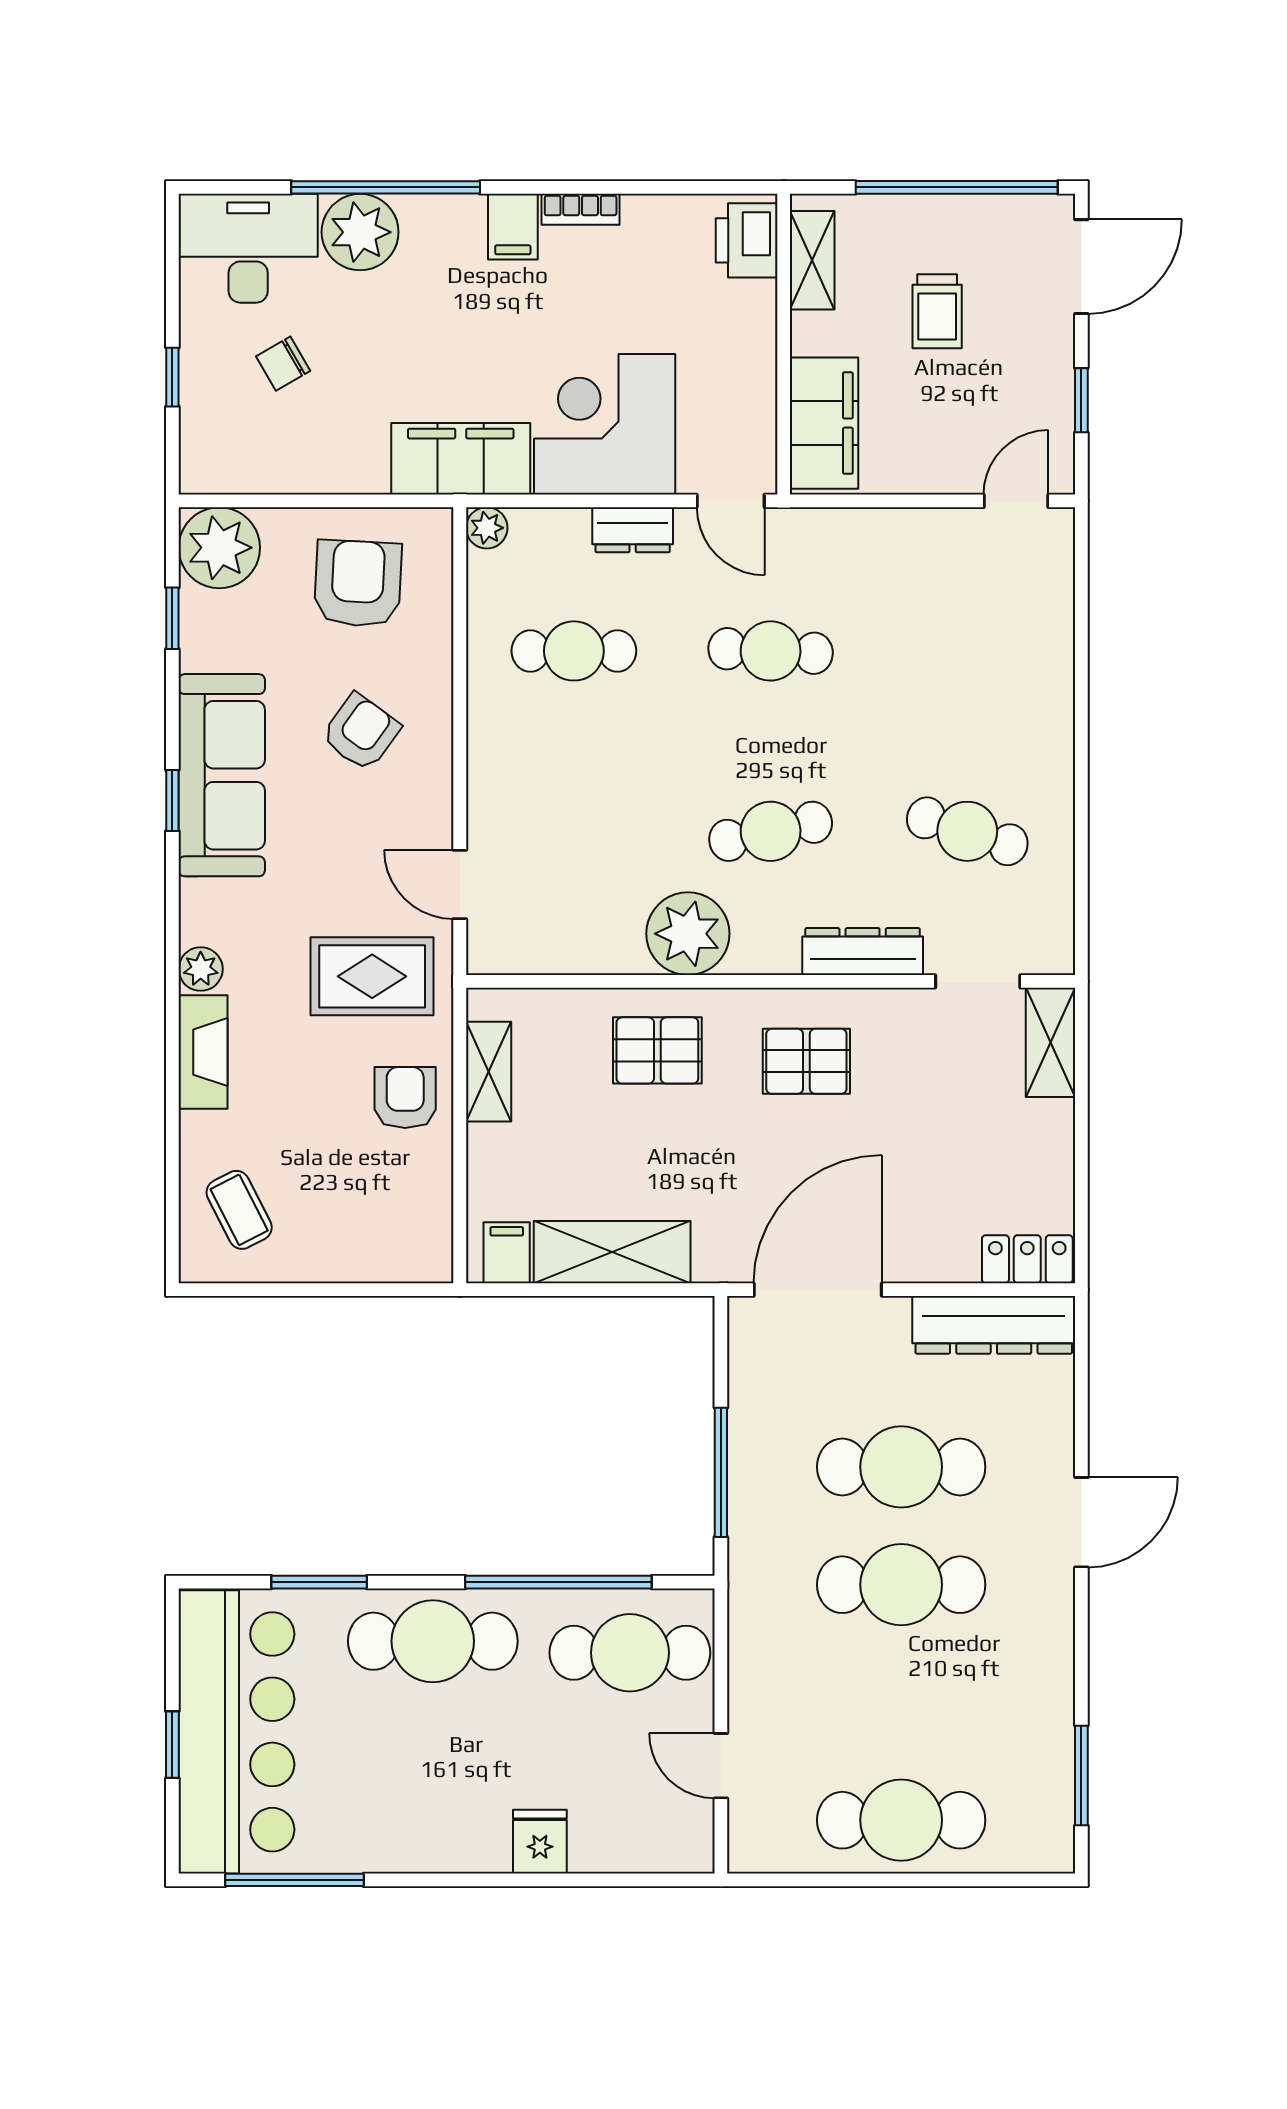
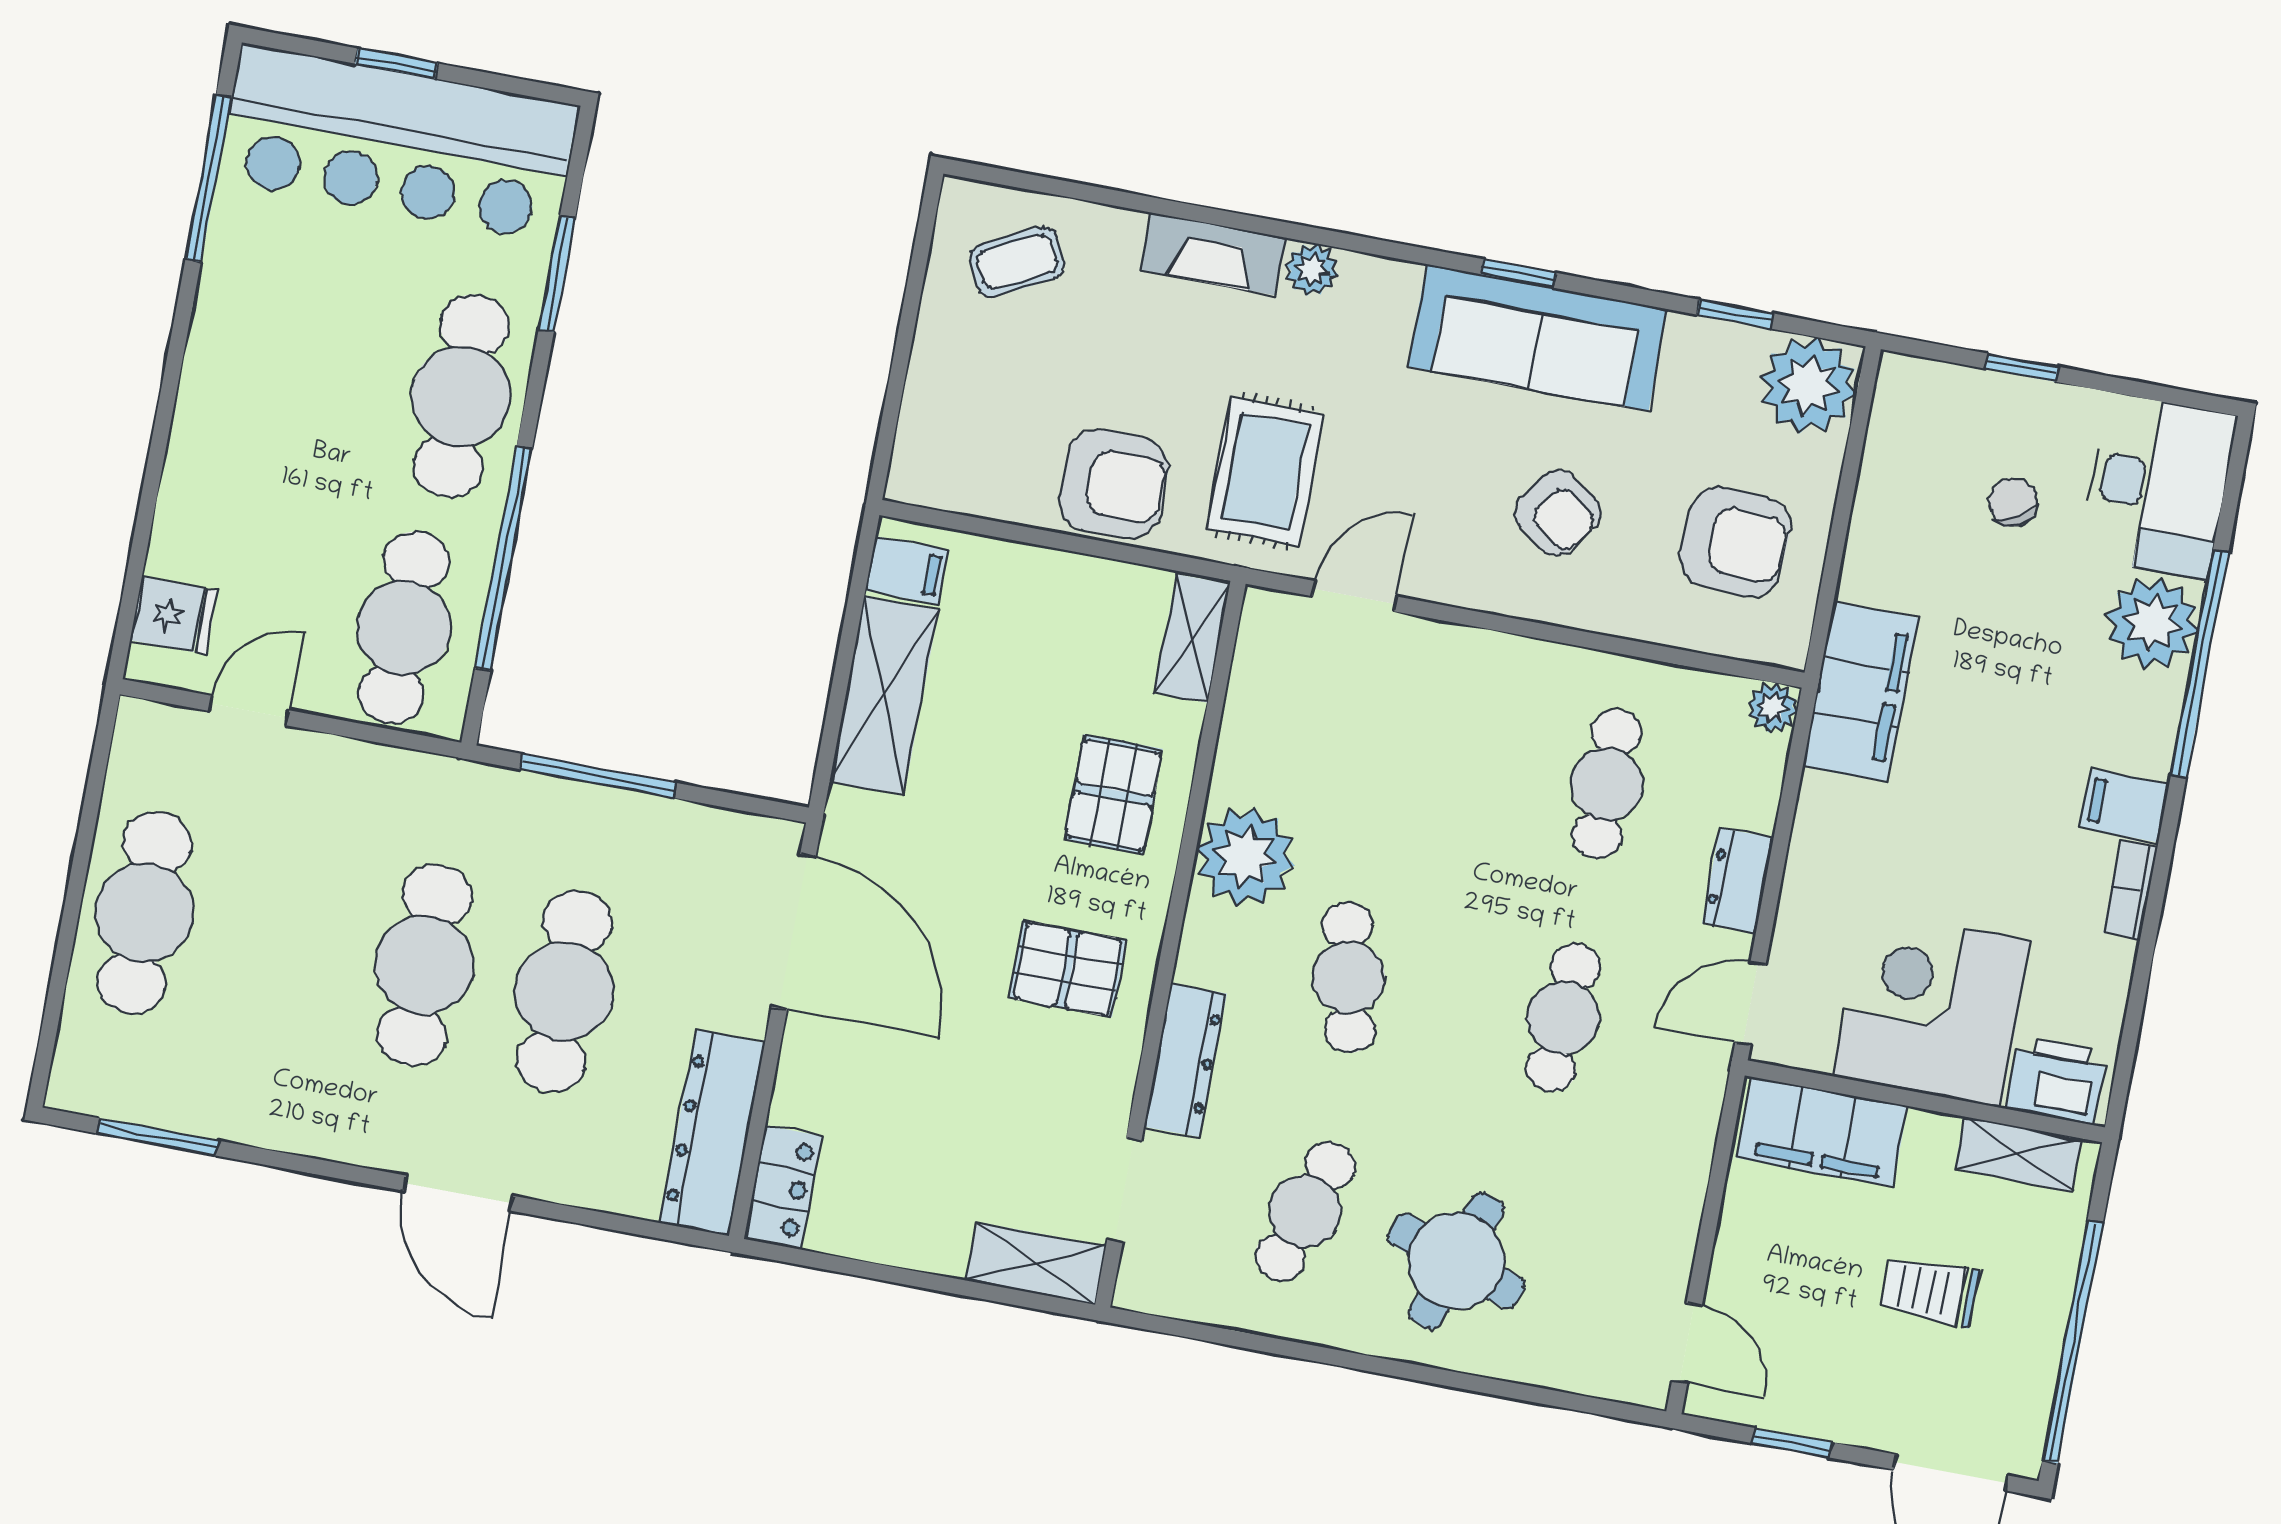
corner desk: (605, 424) -> (1932, 1008), moved, turned -90
round table: (985, 701) -> (1456, 1261), added
pallet: (806, 1061) -> (1067, 969), turned 90
shelving: (489, 1072) -> (1192, 638), moved, turned 90
armchair: (405, 1097) -> (1114, 484), width x1.38, depth x1.38
fridge: (540, 1842) -> (174, 615), moved

